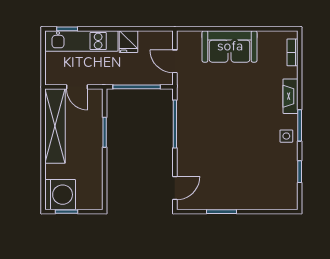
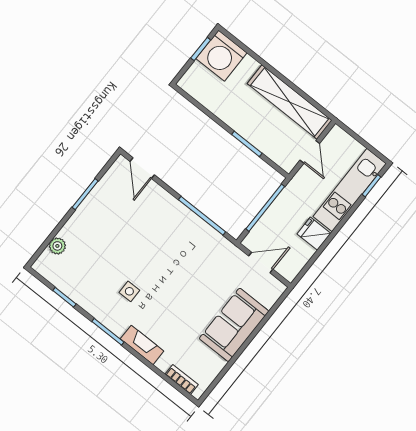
door: (77, 87) -> (310, 152), swing flipped
side table: (286, 136) -> (129, 291), moved
plant: (270, 203) -> (57, 246), added

